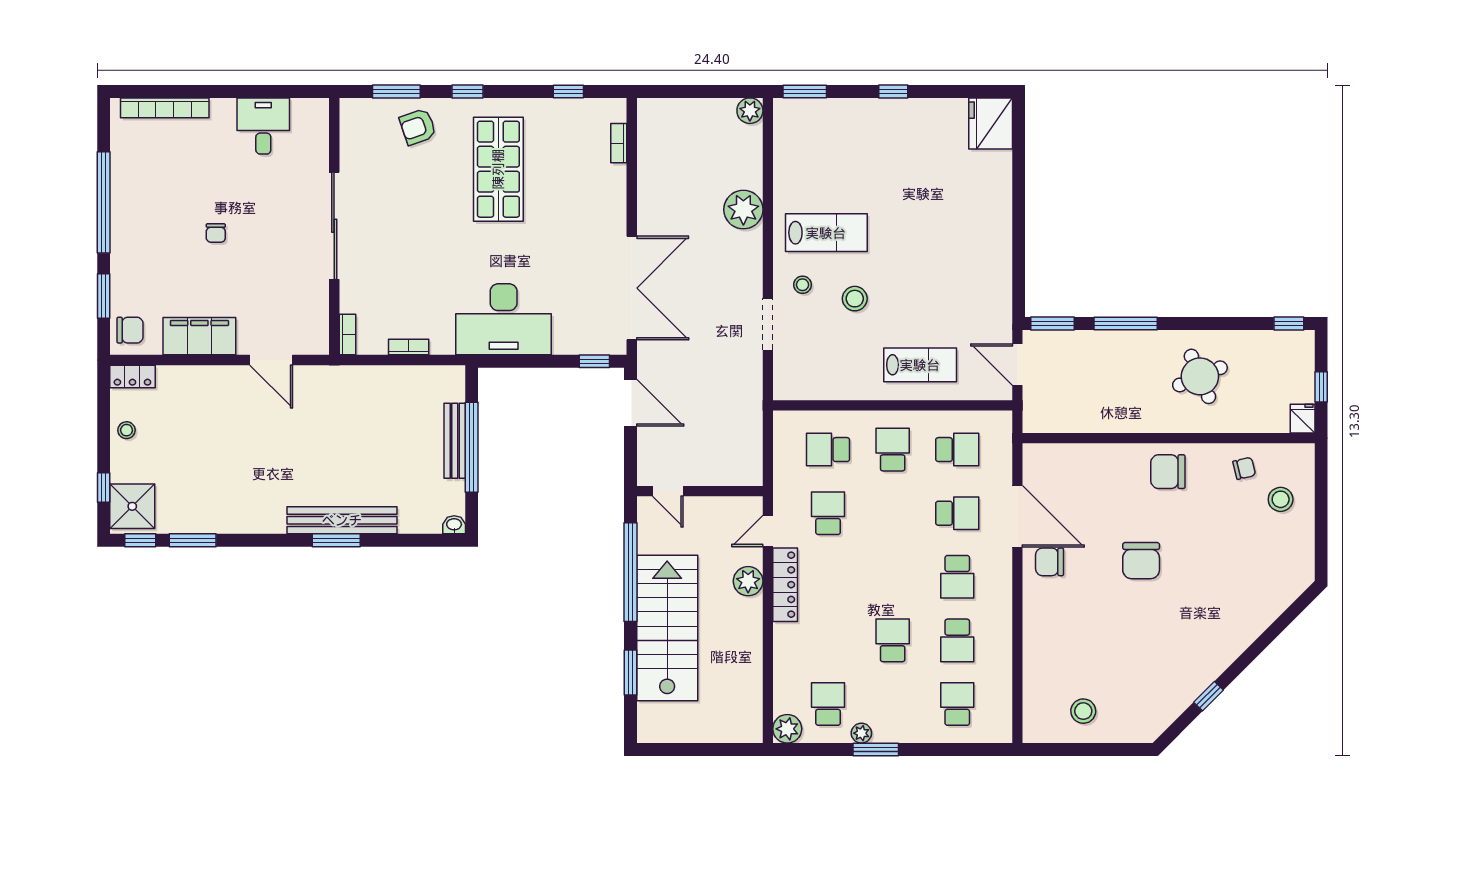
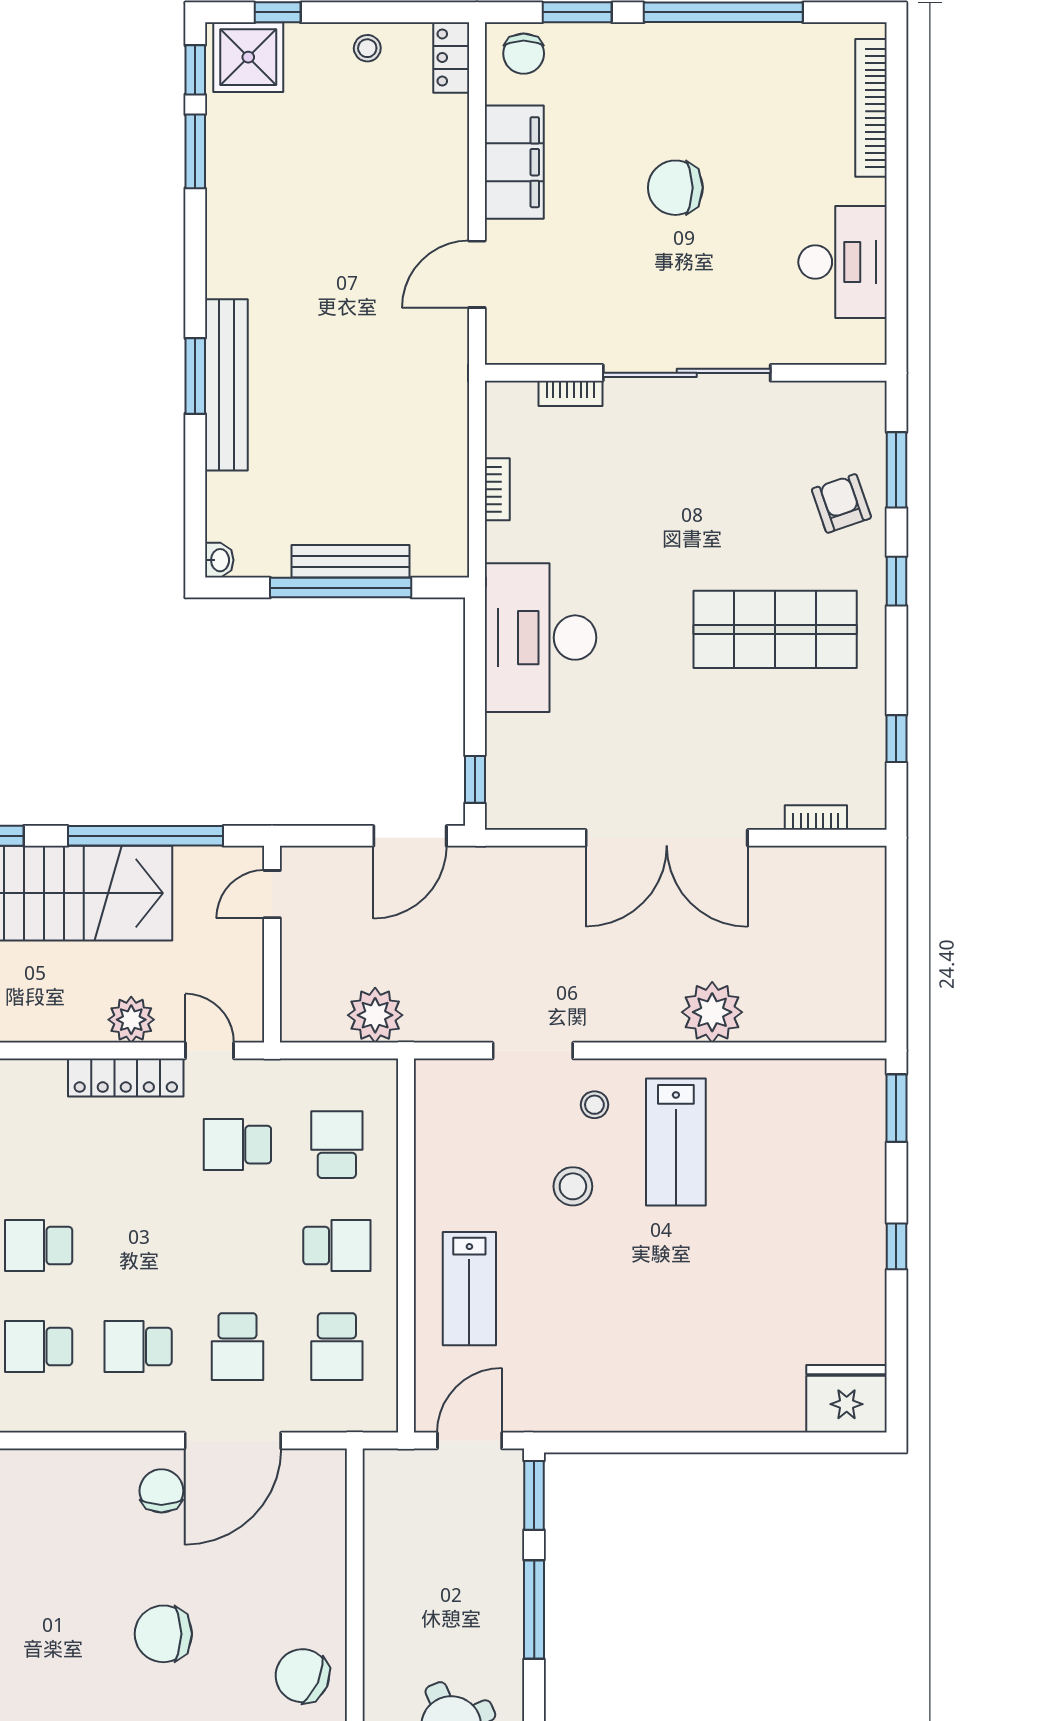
plant: (750, 111) -> (375, 1015), moved, width x1.36, depth x1.36
desk: (263, 126) -> (843, 262), width x1.37
chair: (216, 233) -> (675, 188), width x1.87, depth x1.87
double door: (632, 288) -> (667, 838), moved
bookcase: (347, 335) -> (570, 393), moved
chair: (1168, 472) -> (302, 1676), turned -66
school desk: (828, 513) -> (237, 1145), turned 180
school desk: (893, 640) -> (39, 1246), turned 180

